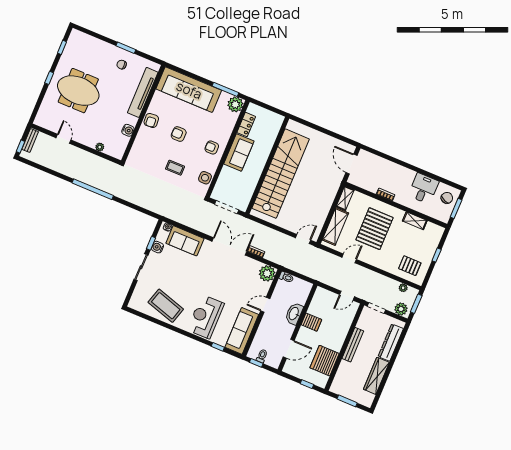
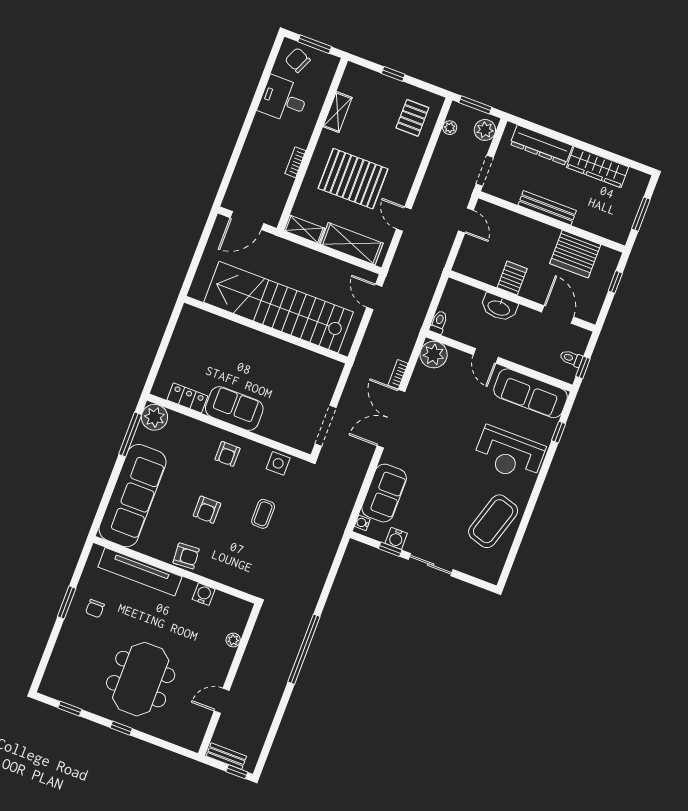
wall: (267, 165) -> (266, 330), moved
stairs: (281, 174) -> (279, 307), moved

